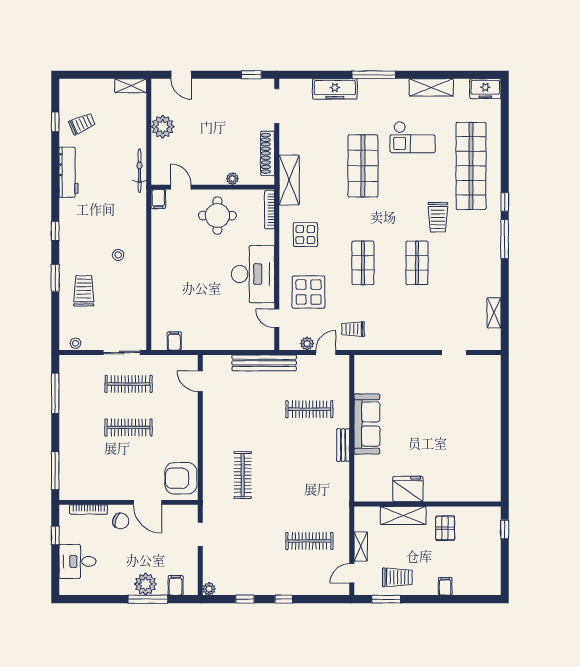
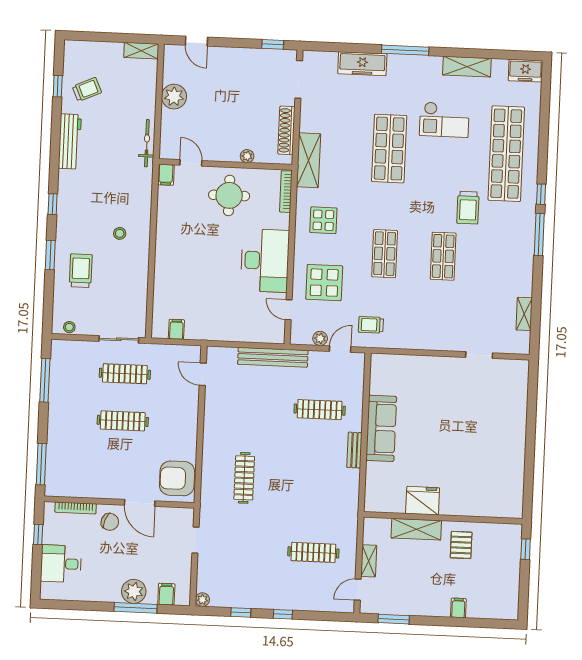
trolley: (397, 577) -> (407, 596), removed

